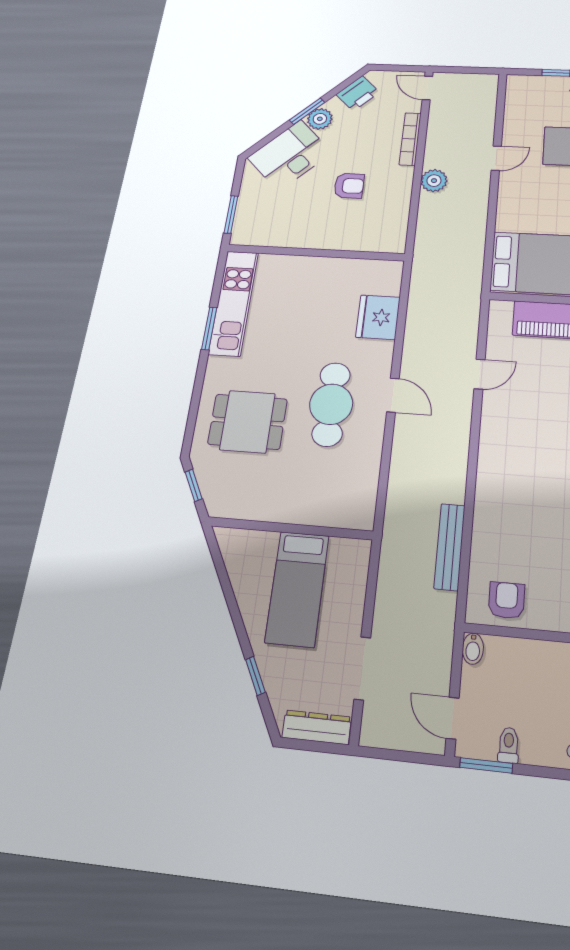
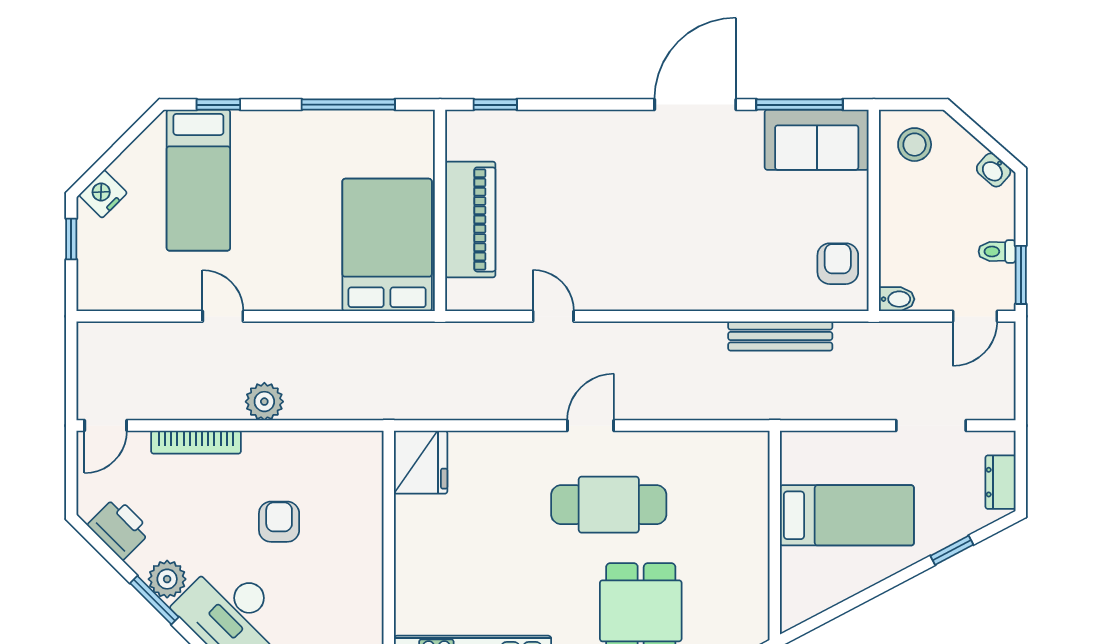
fridge: (378, 317) -> (421, 462), moved, turned -90
armchair: (507, 600) -> (838, 264), turned 90
dresser: (317, 727) -> (1000, 482), width x0.70

